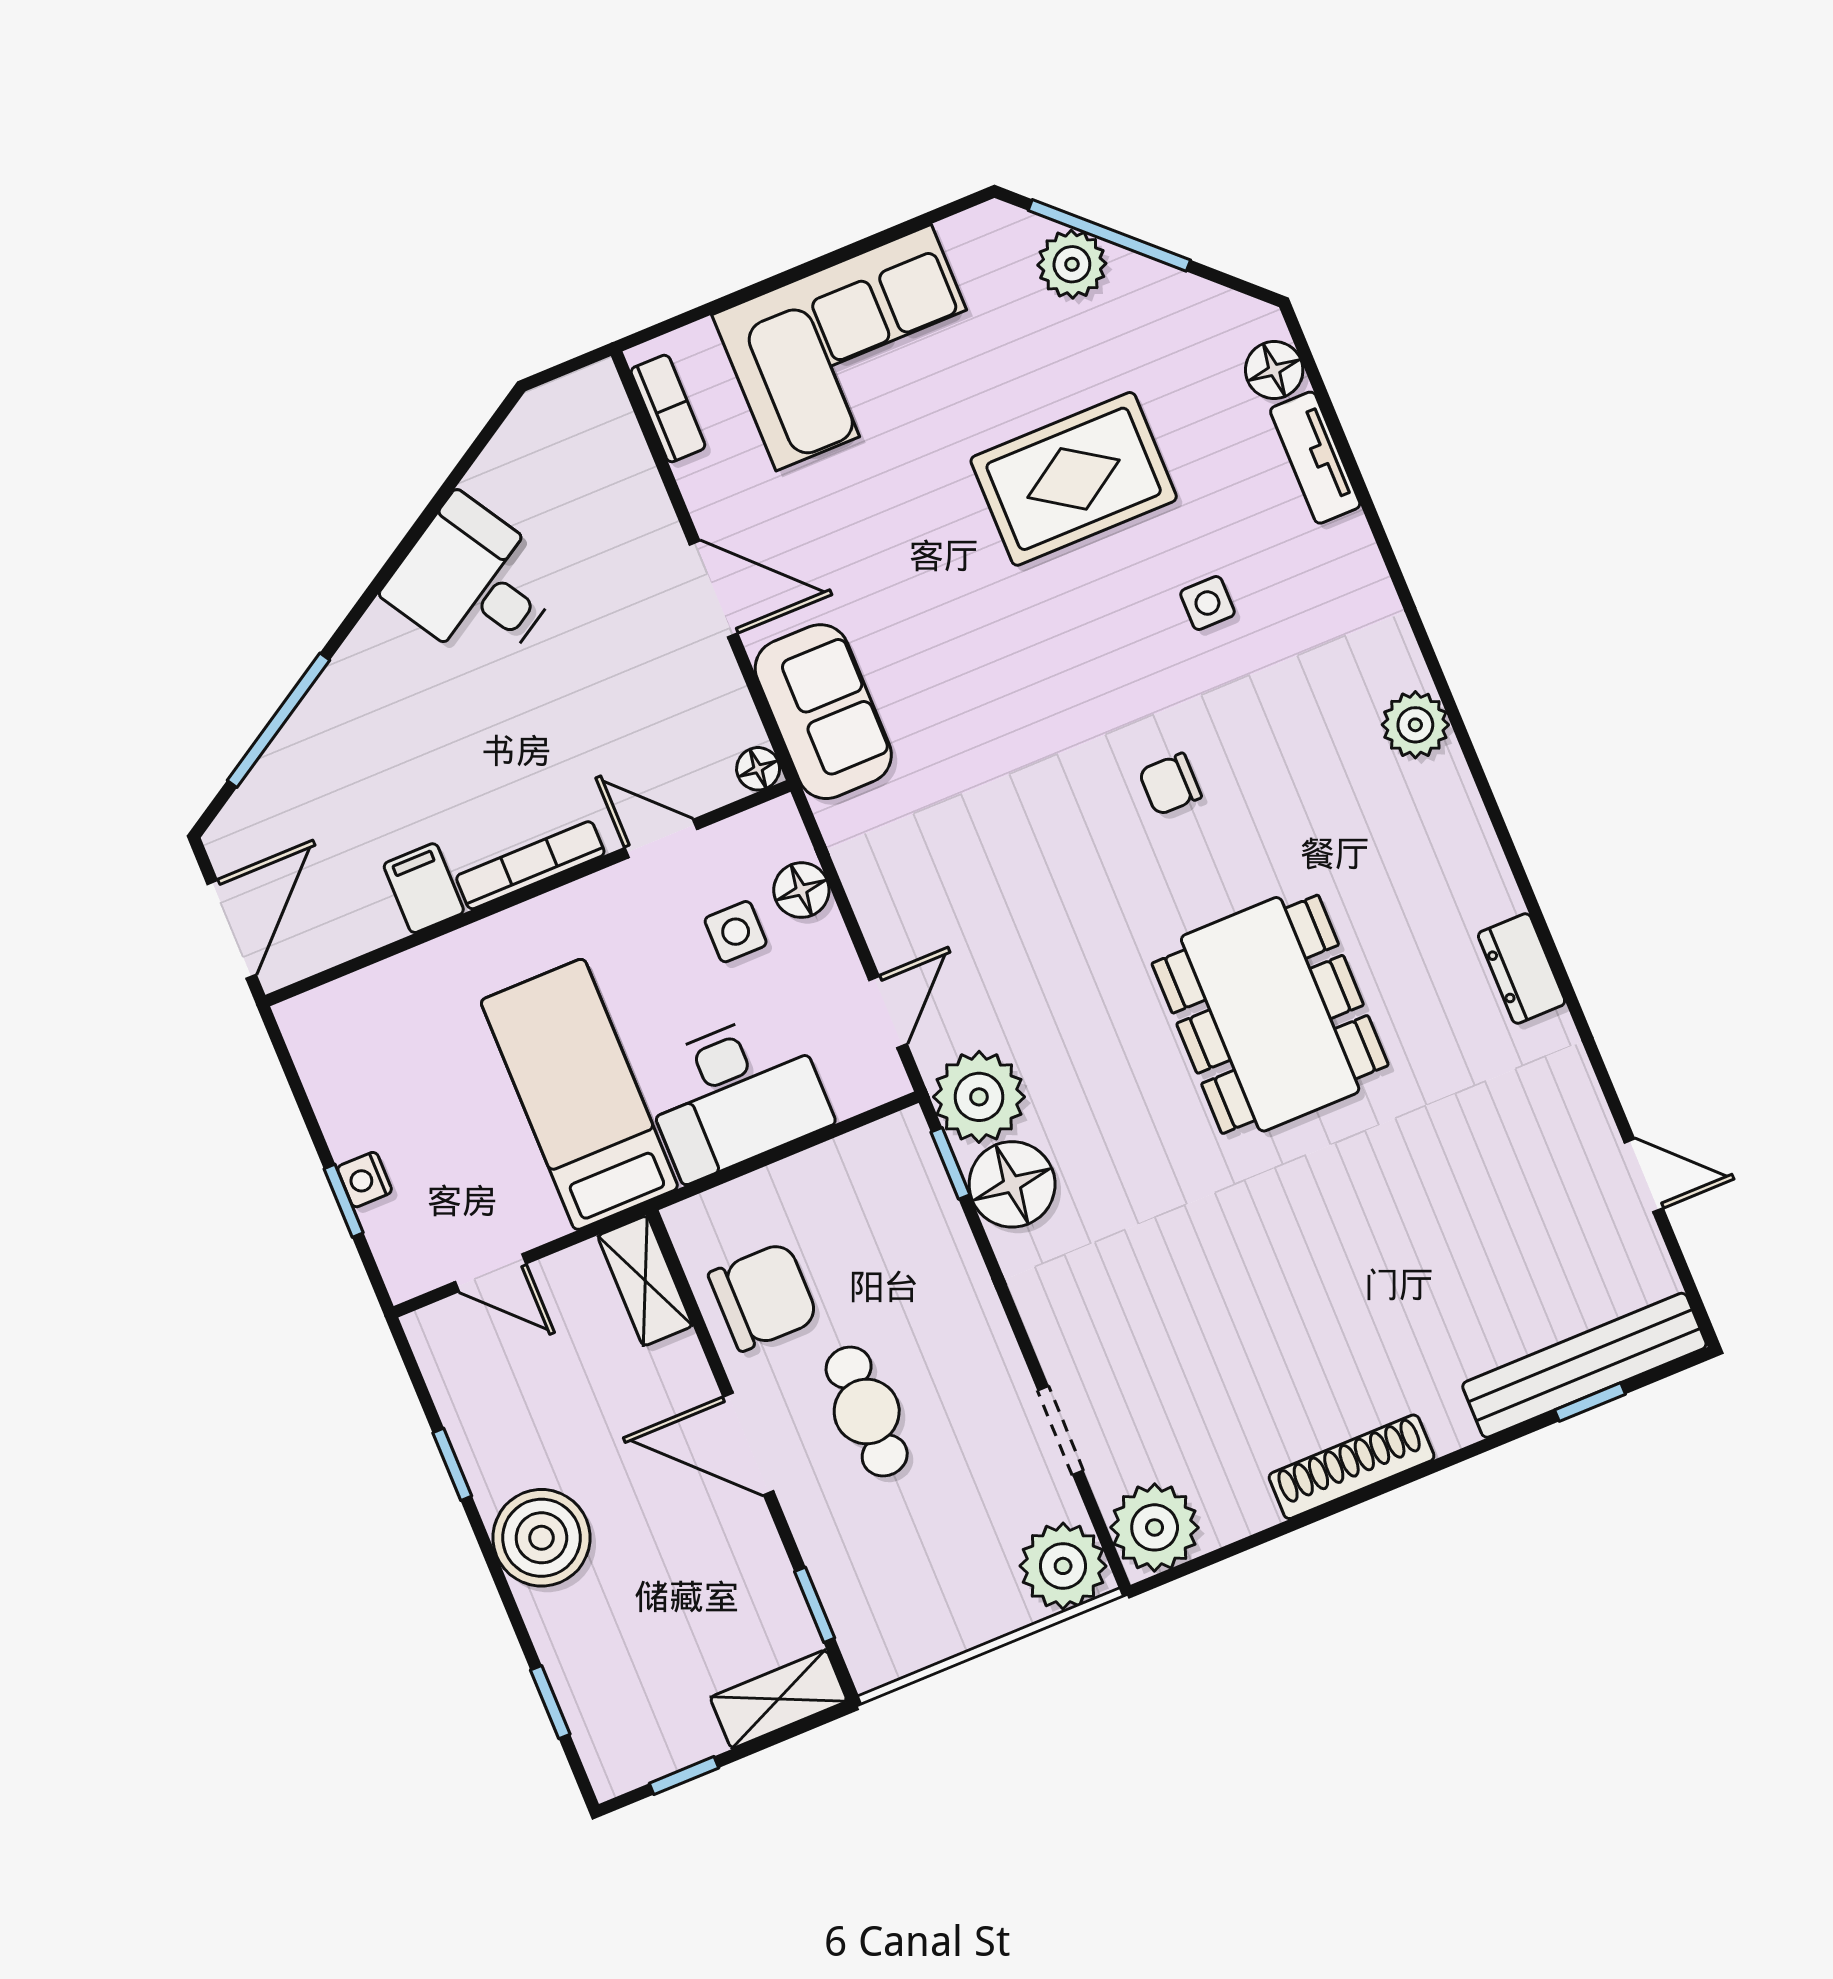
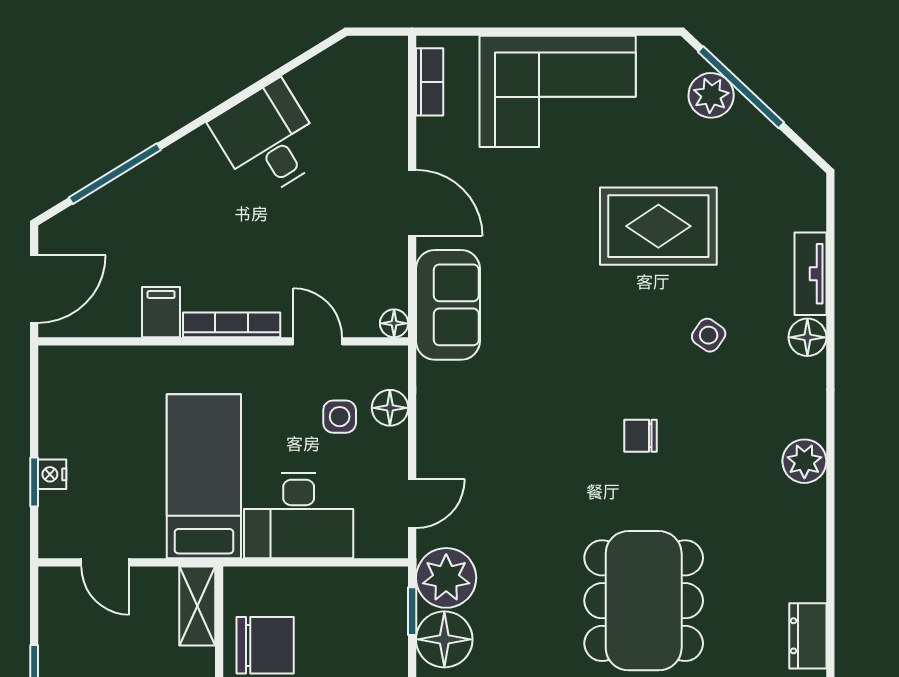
floor lamp: (1274, 370) -> (807, 337), moved
side table: (1207, 603) -> (709, 335), turned 35

